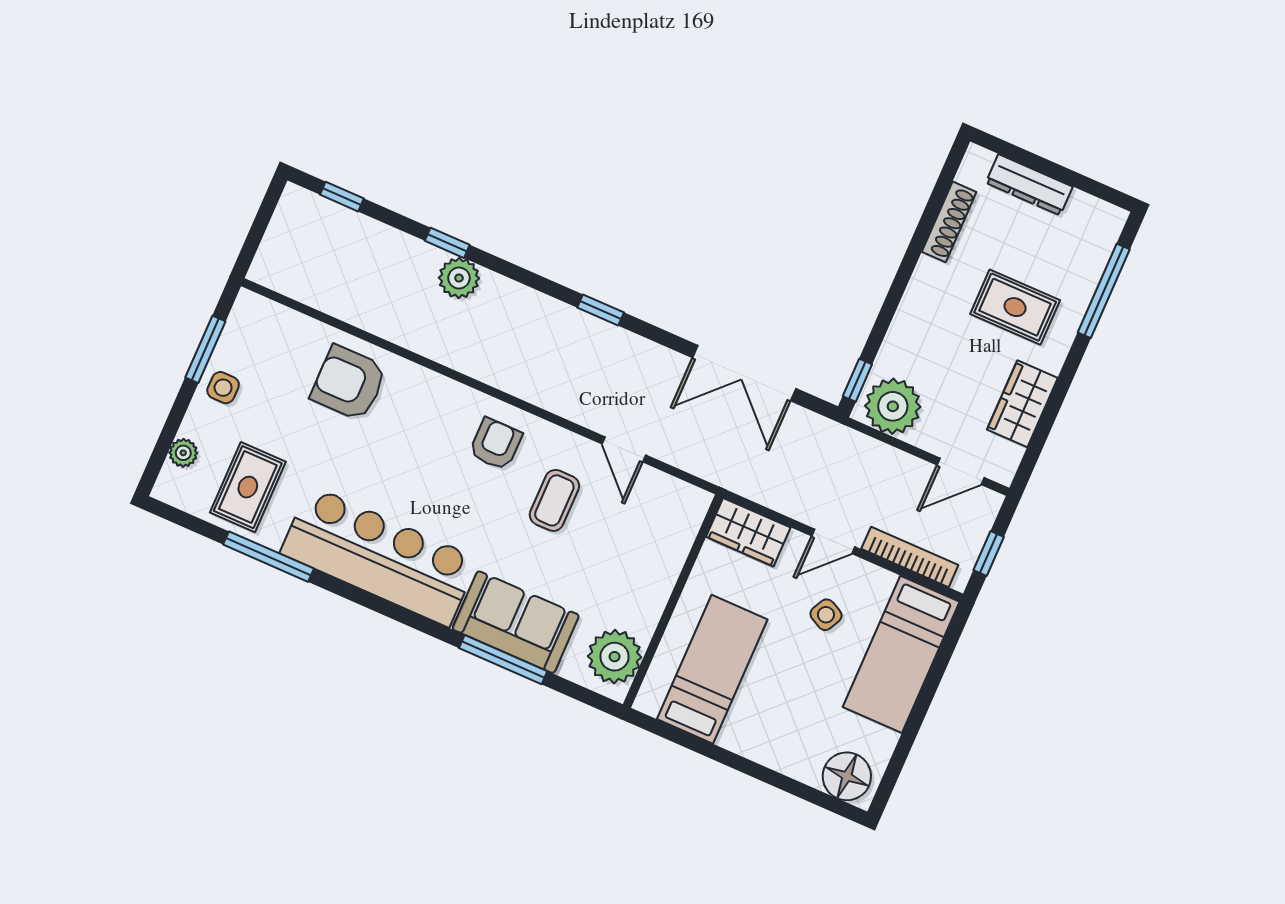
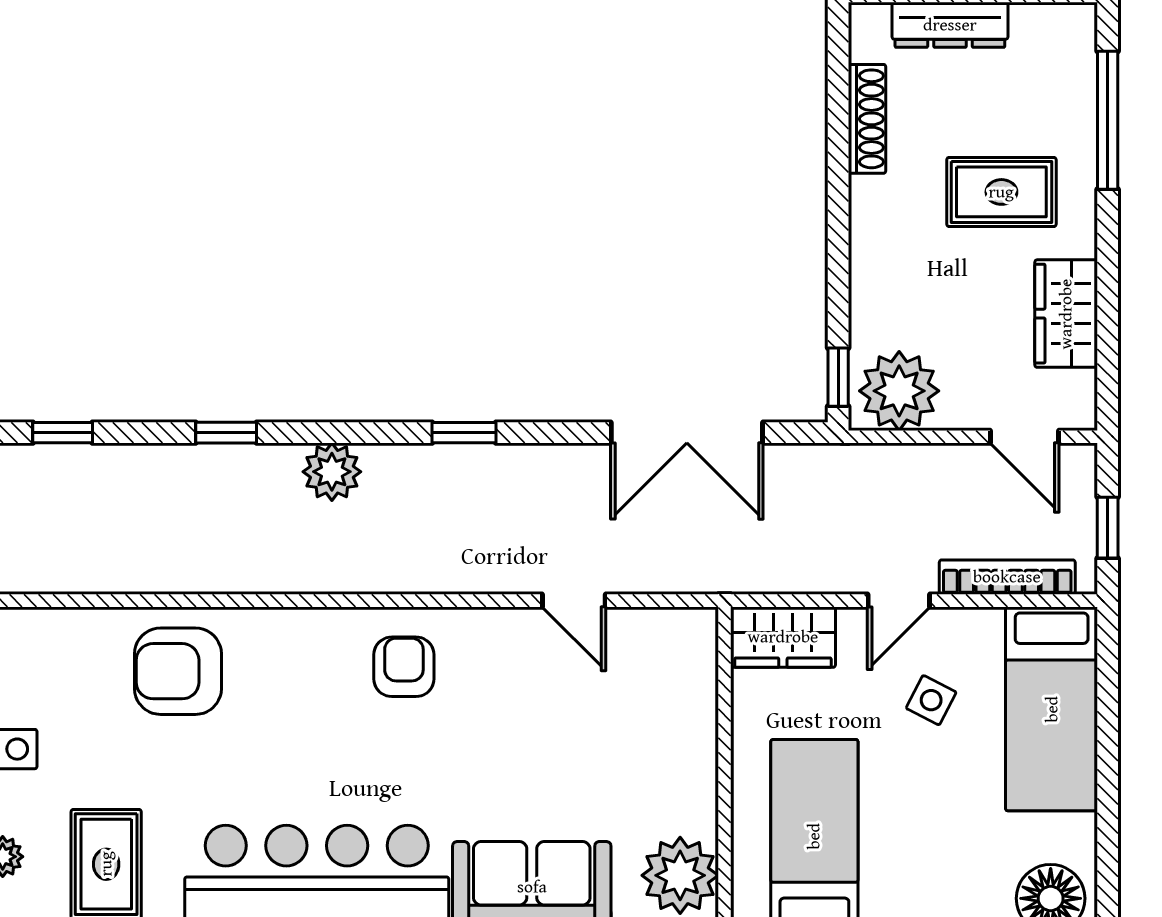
plant: (459, 278) -> (332, 472), moved
door: (961, 471) -> (1024, 437), hinge flipped
coffee table: (554, 500) -> (513, 707), removed

